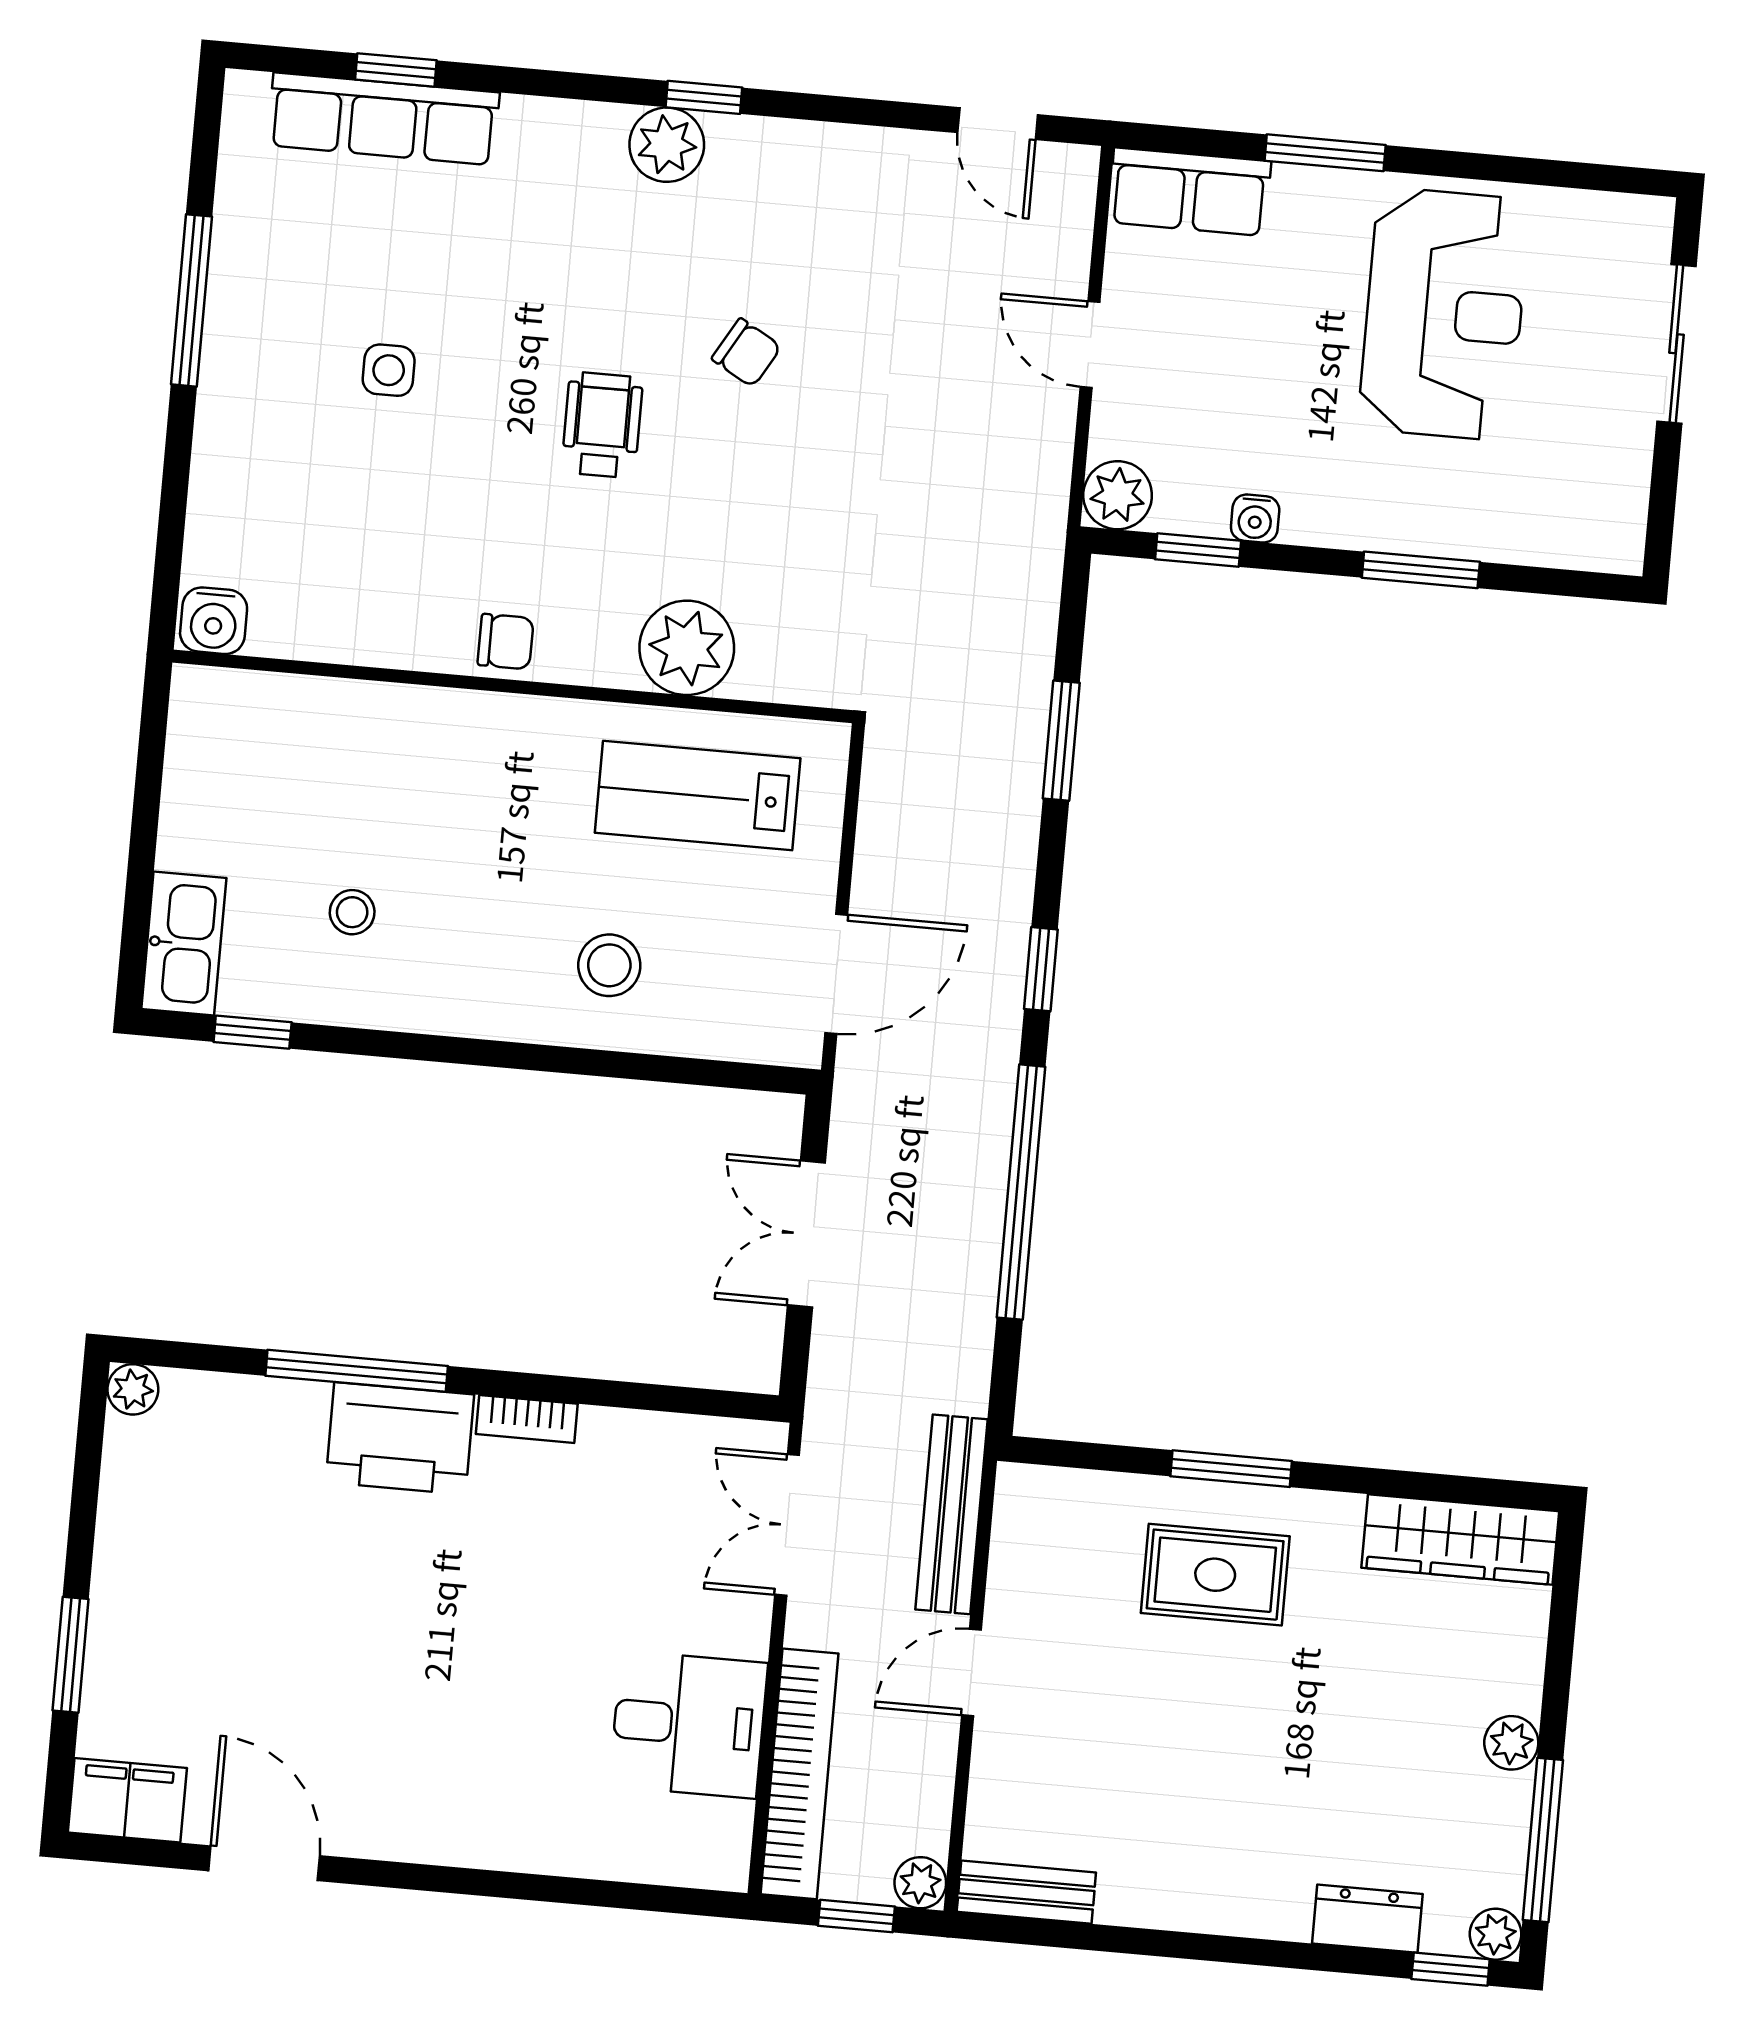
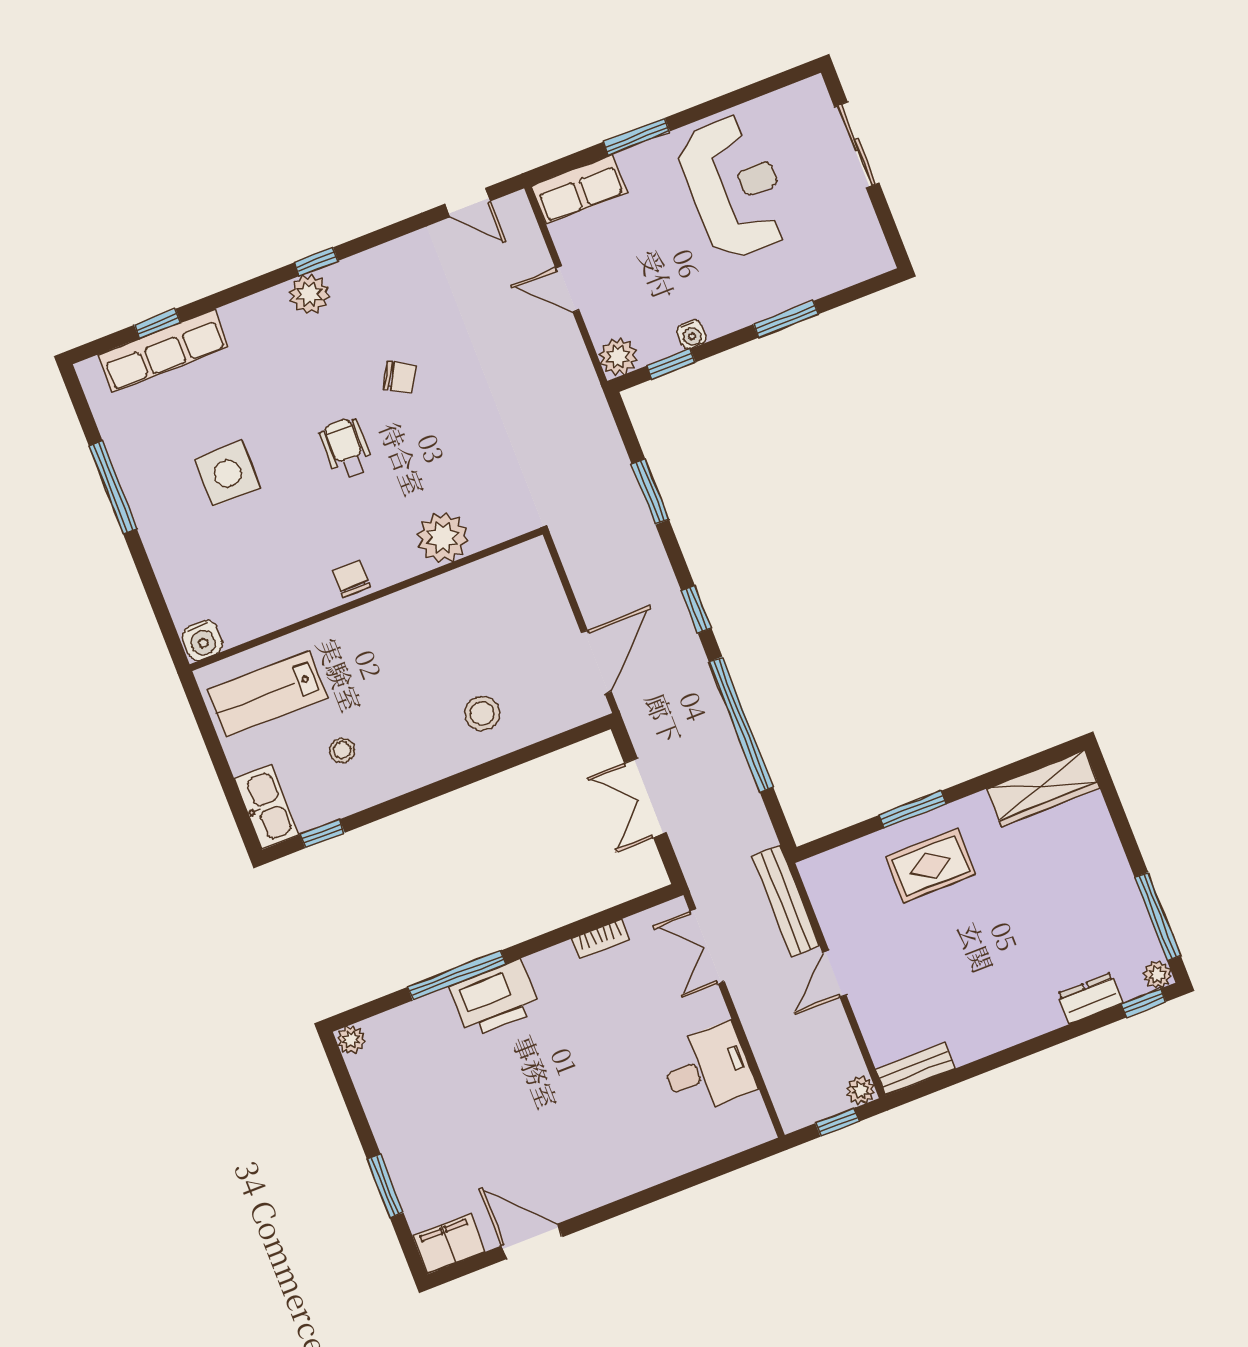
side table: (389, 370) -> (227, 474), width x1.87, depth x1.87
chair: (506, 642) -> (352, 579), turned -90
lab bench: (698, 796) -> (268, 694), moved
bookcase: (527, 1419) -> (600, 939), moved
plant: (1511, 1743) -> (1118, 876), removed
bookcase: (800, 1774) -> (774, 1066), removed

